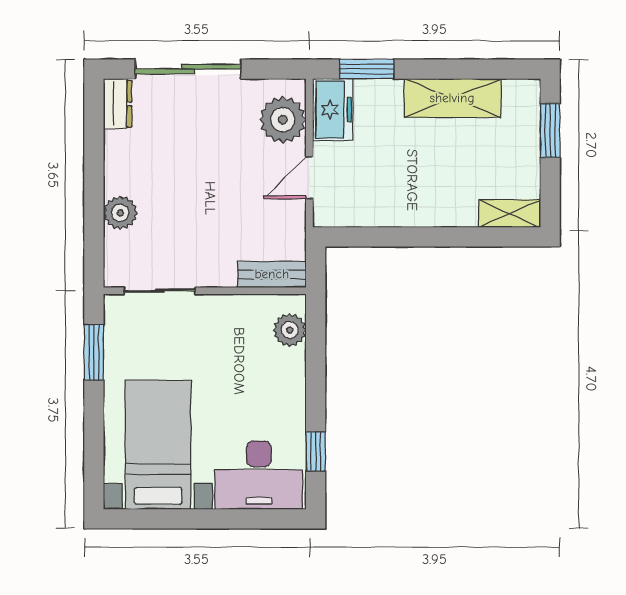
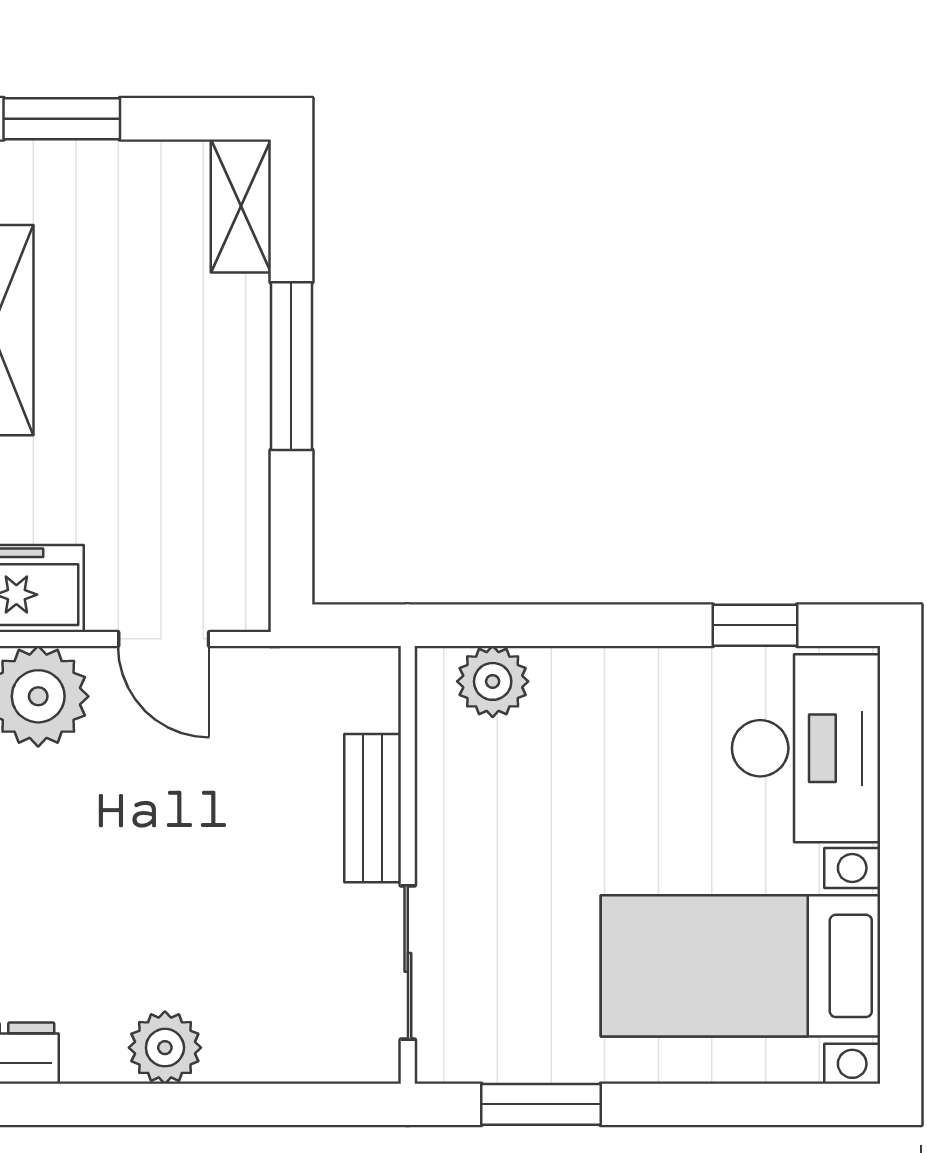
plant: (120, 213) -> (165, 1048), moved
window: (436, 237) -> (291, 366), added
bench: (272, 274) -> (373, 808), moved

